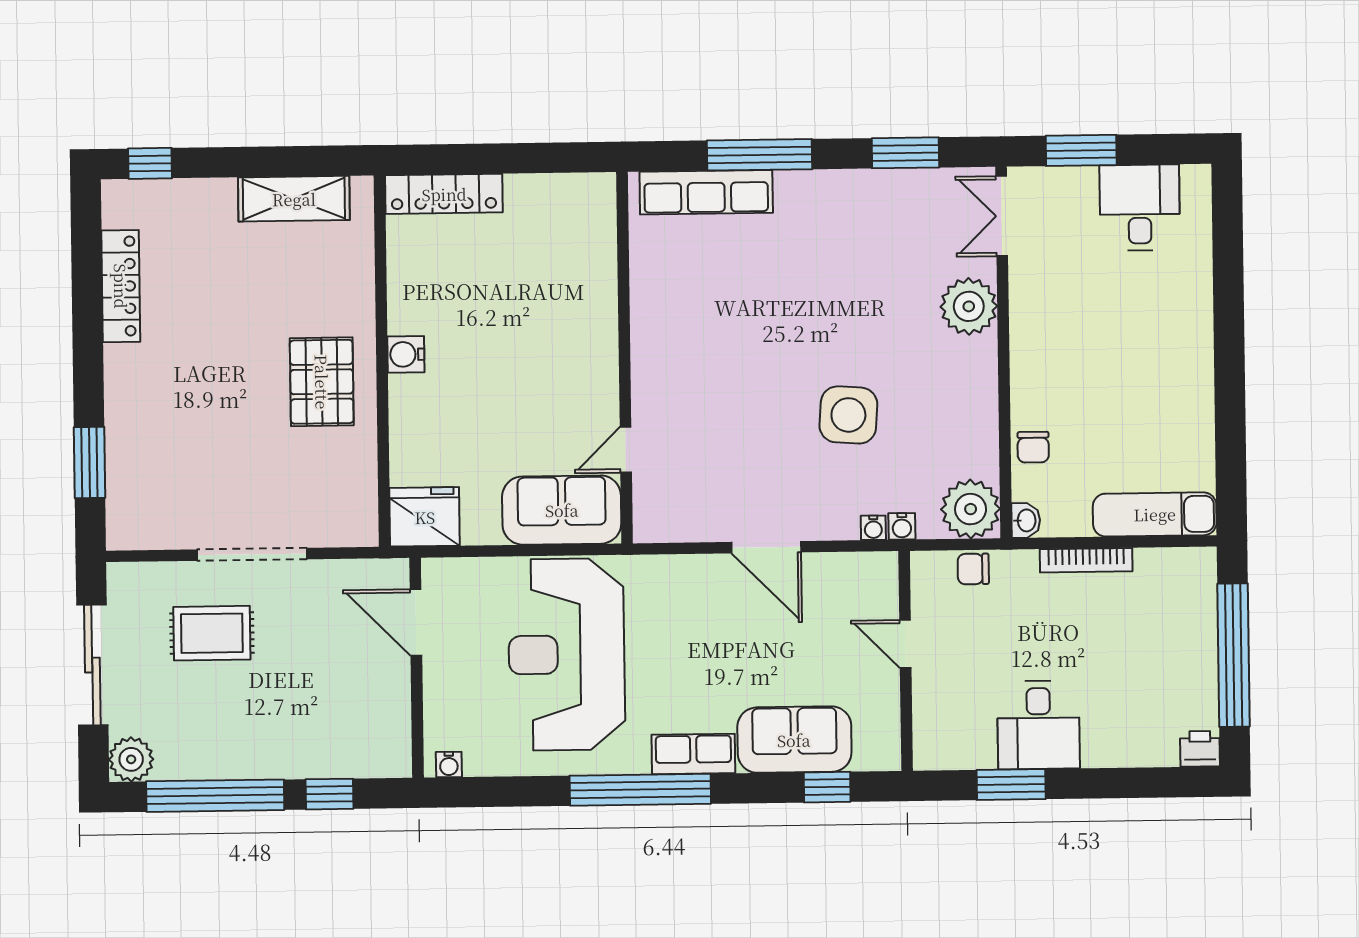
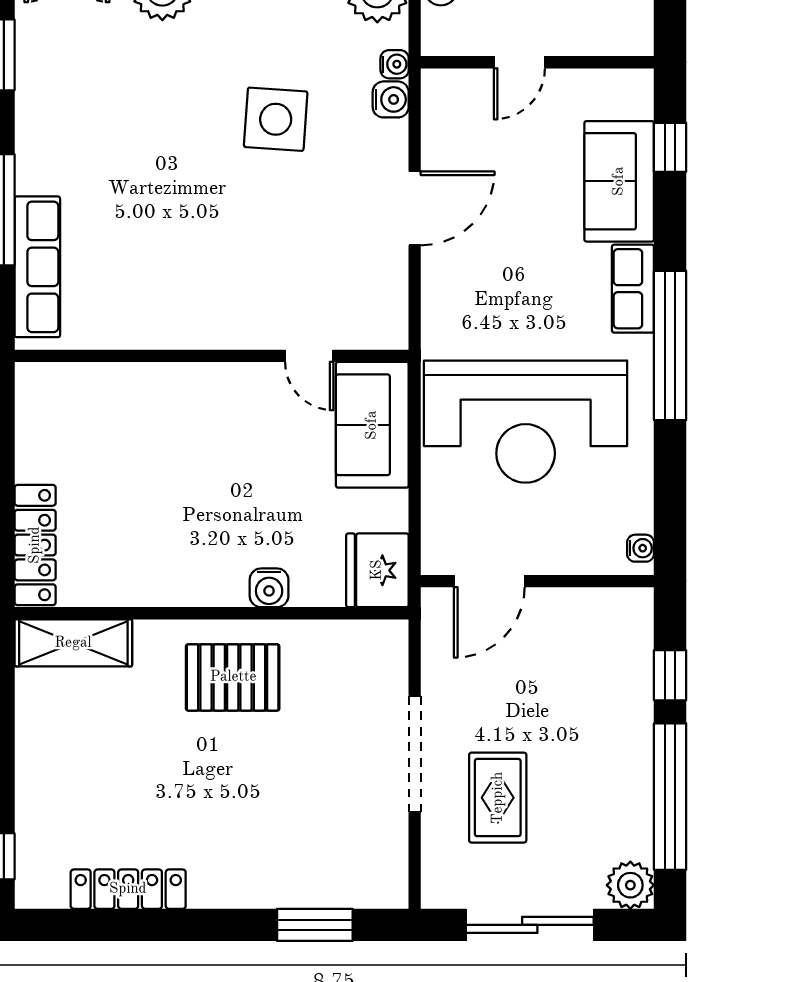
shelving: (294, 199) -> (73, 643), moved, turned 90
water cooler: (406, 354) -> (269, 588), moved
water cooler: (873, 528) -> (391, 99), width x1.38, depth x1.38

